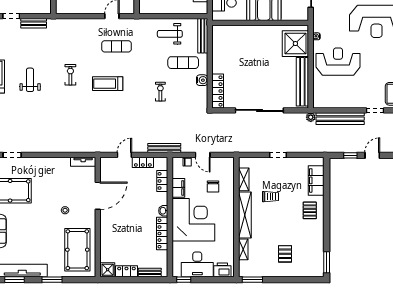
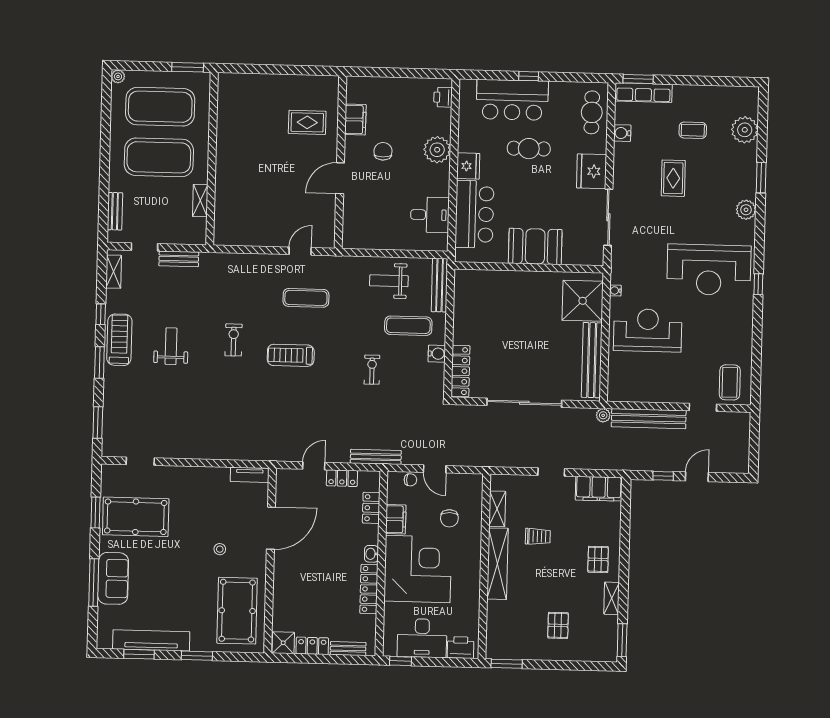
filing cabinet: (316, 180) -> (599, 489), moved, turned -90
shelving: (243, 249) -> (612, 598), moved

